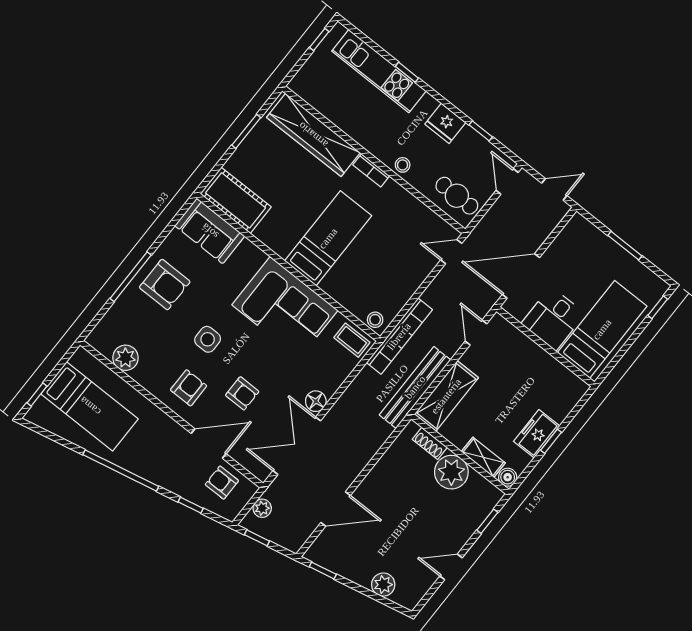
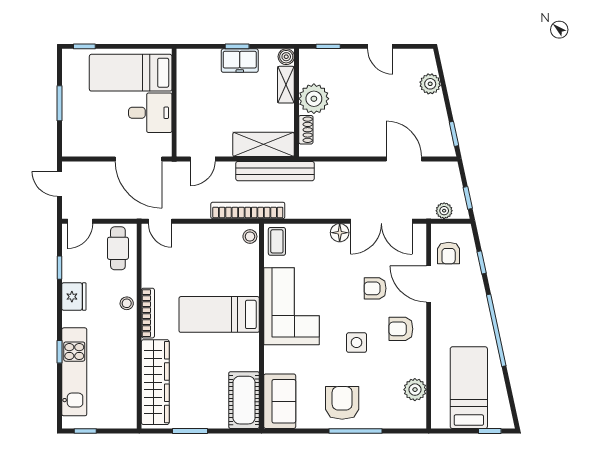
bookcase: (371, 170) -> (148, 313), width x1.56
armchair: (242, 393) -> (375, 288), turned -90

